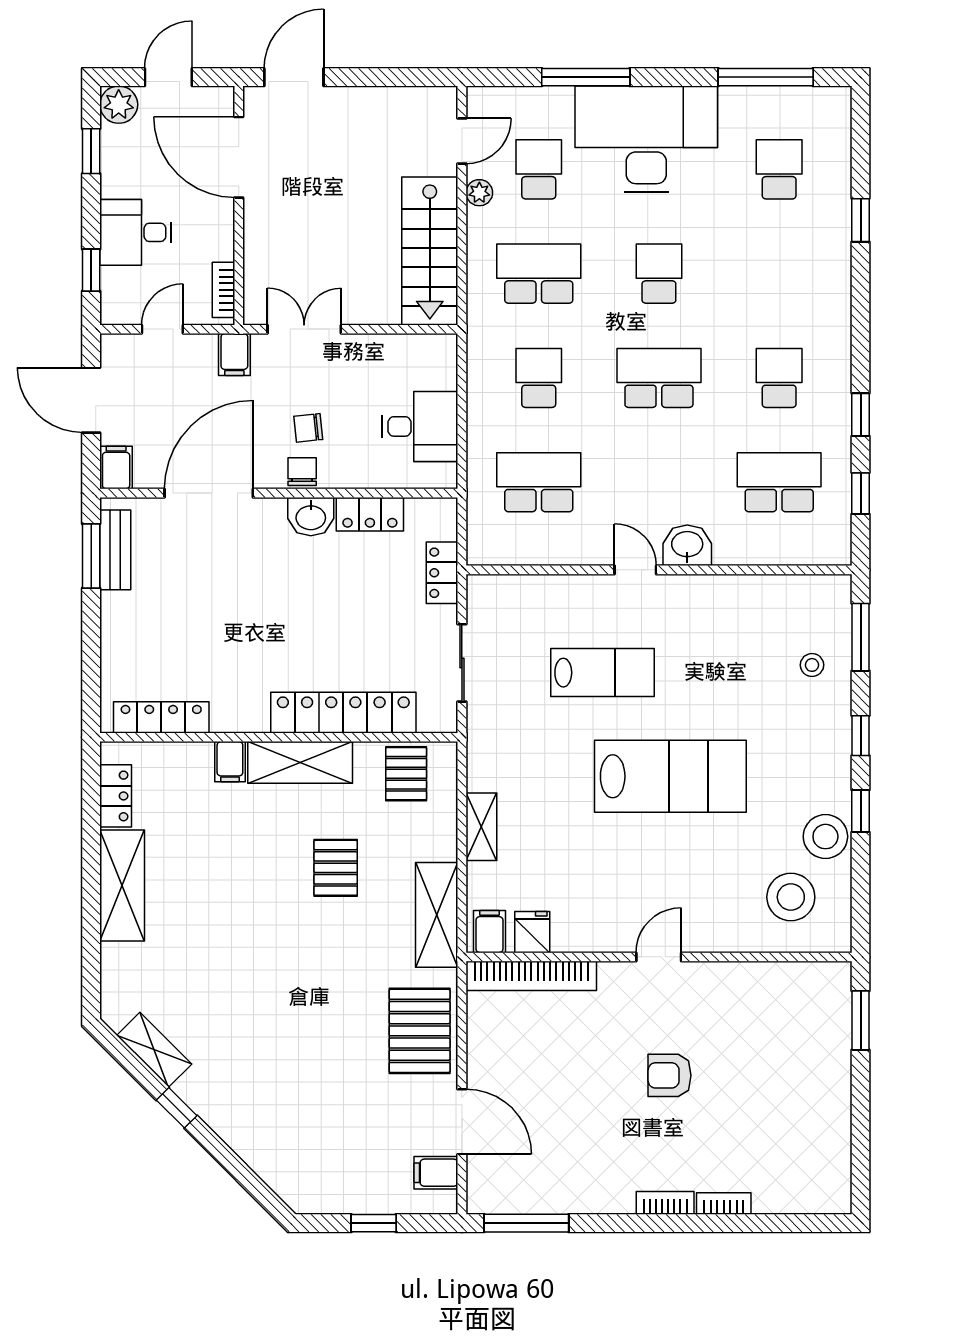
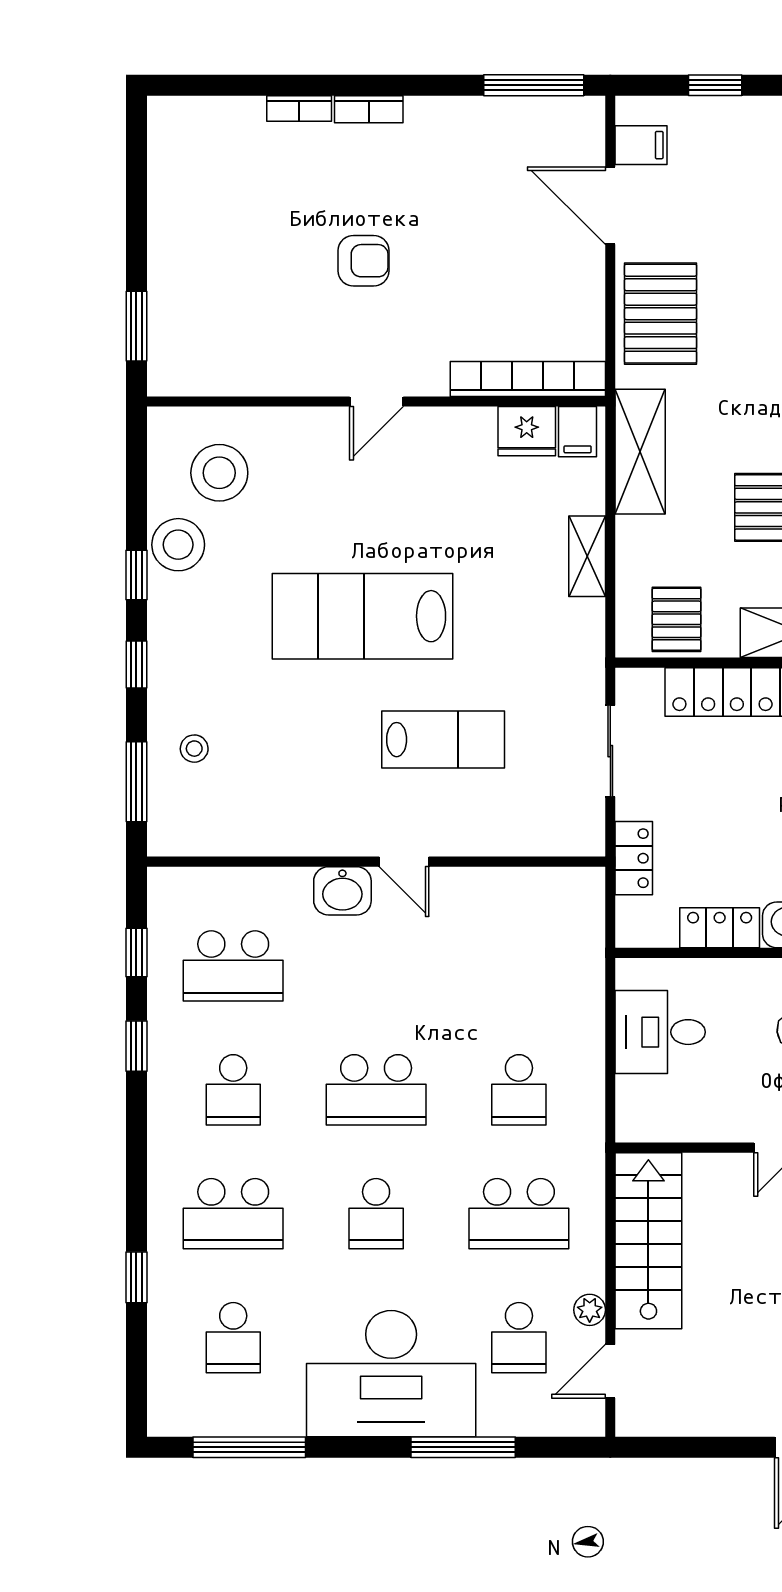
school desk: (539, 482) -> (233, 1214), moved
lab bench: (602, 673) -> (443, 740), turned 180
fridge: (532, 932) -> (527, 431), width x1.38

